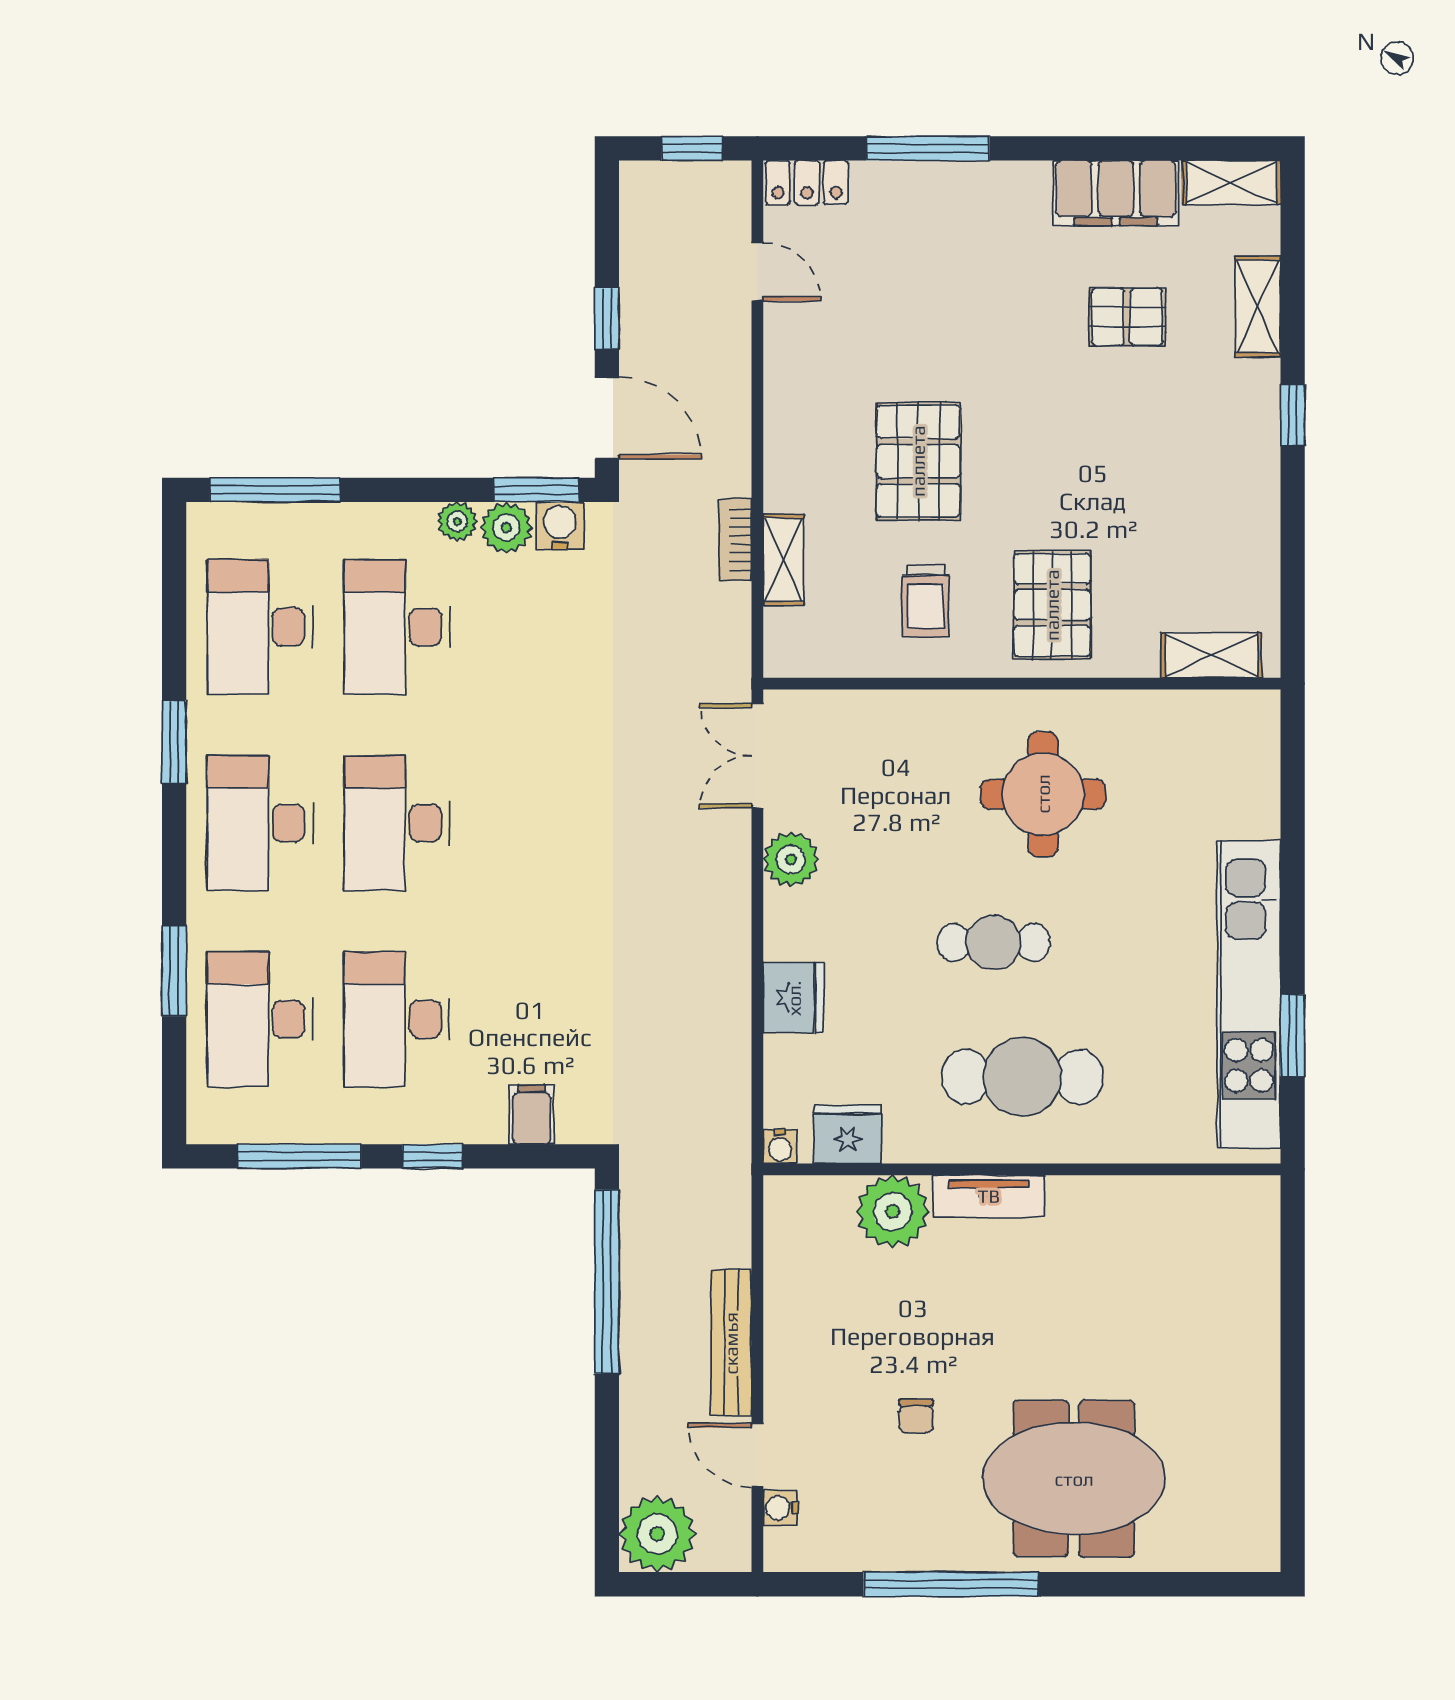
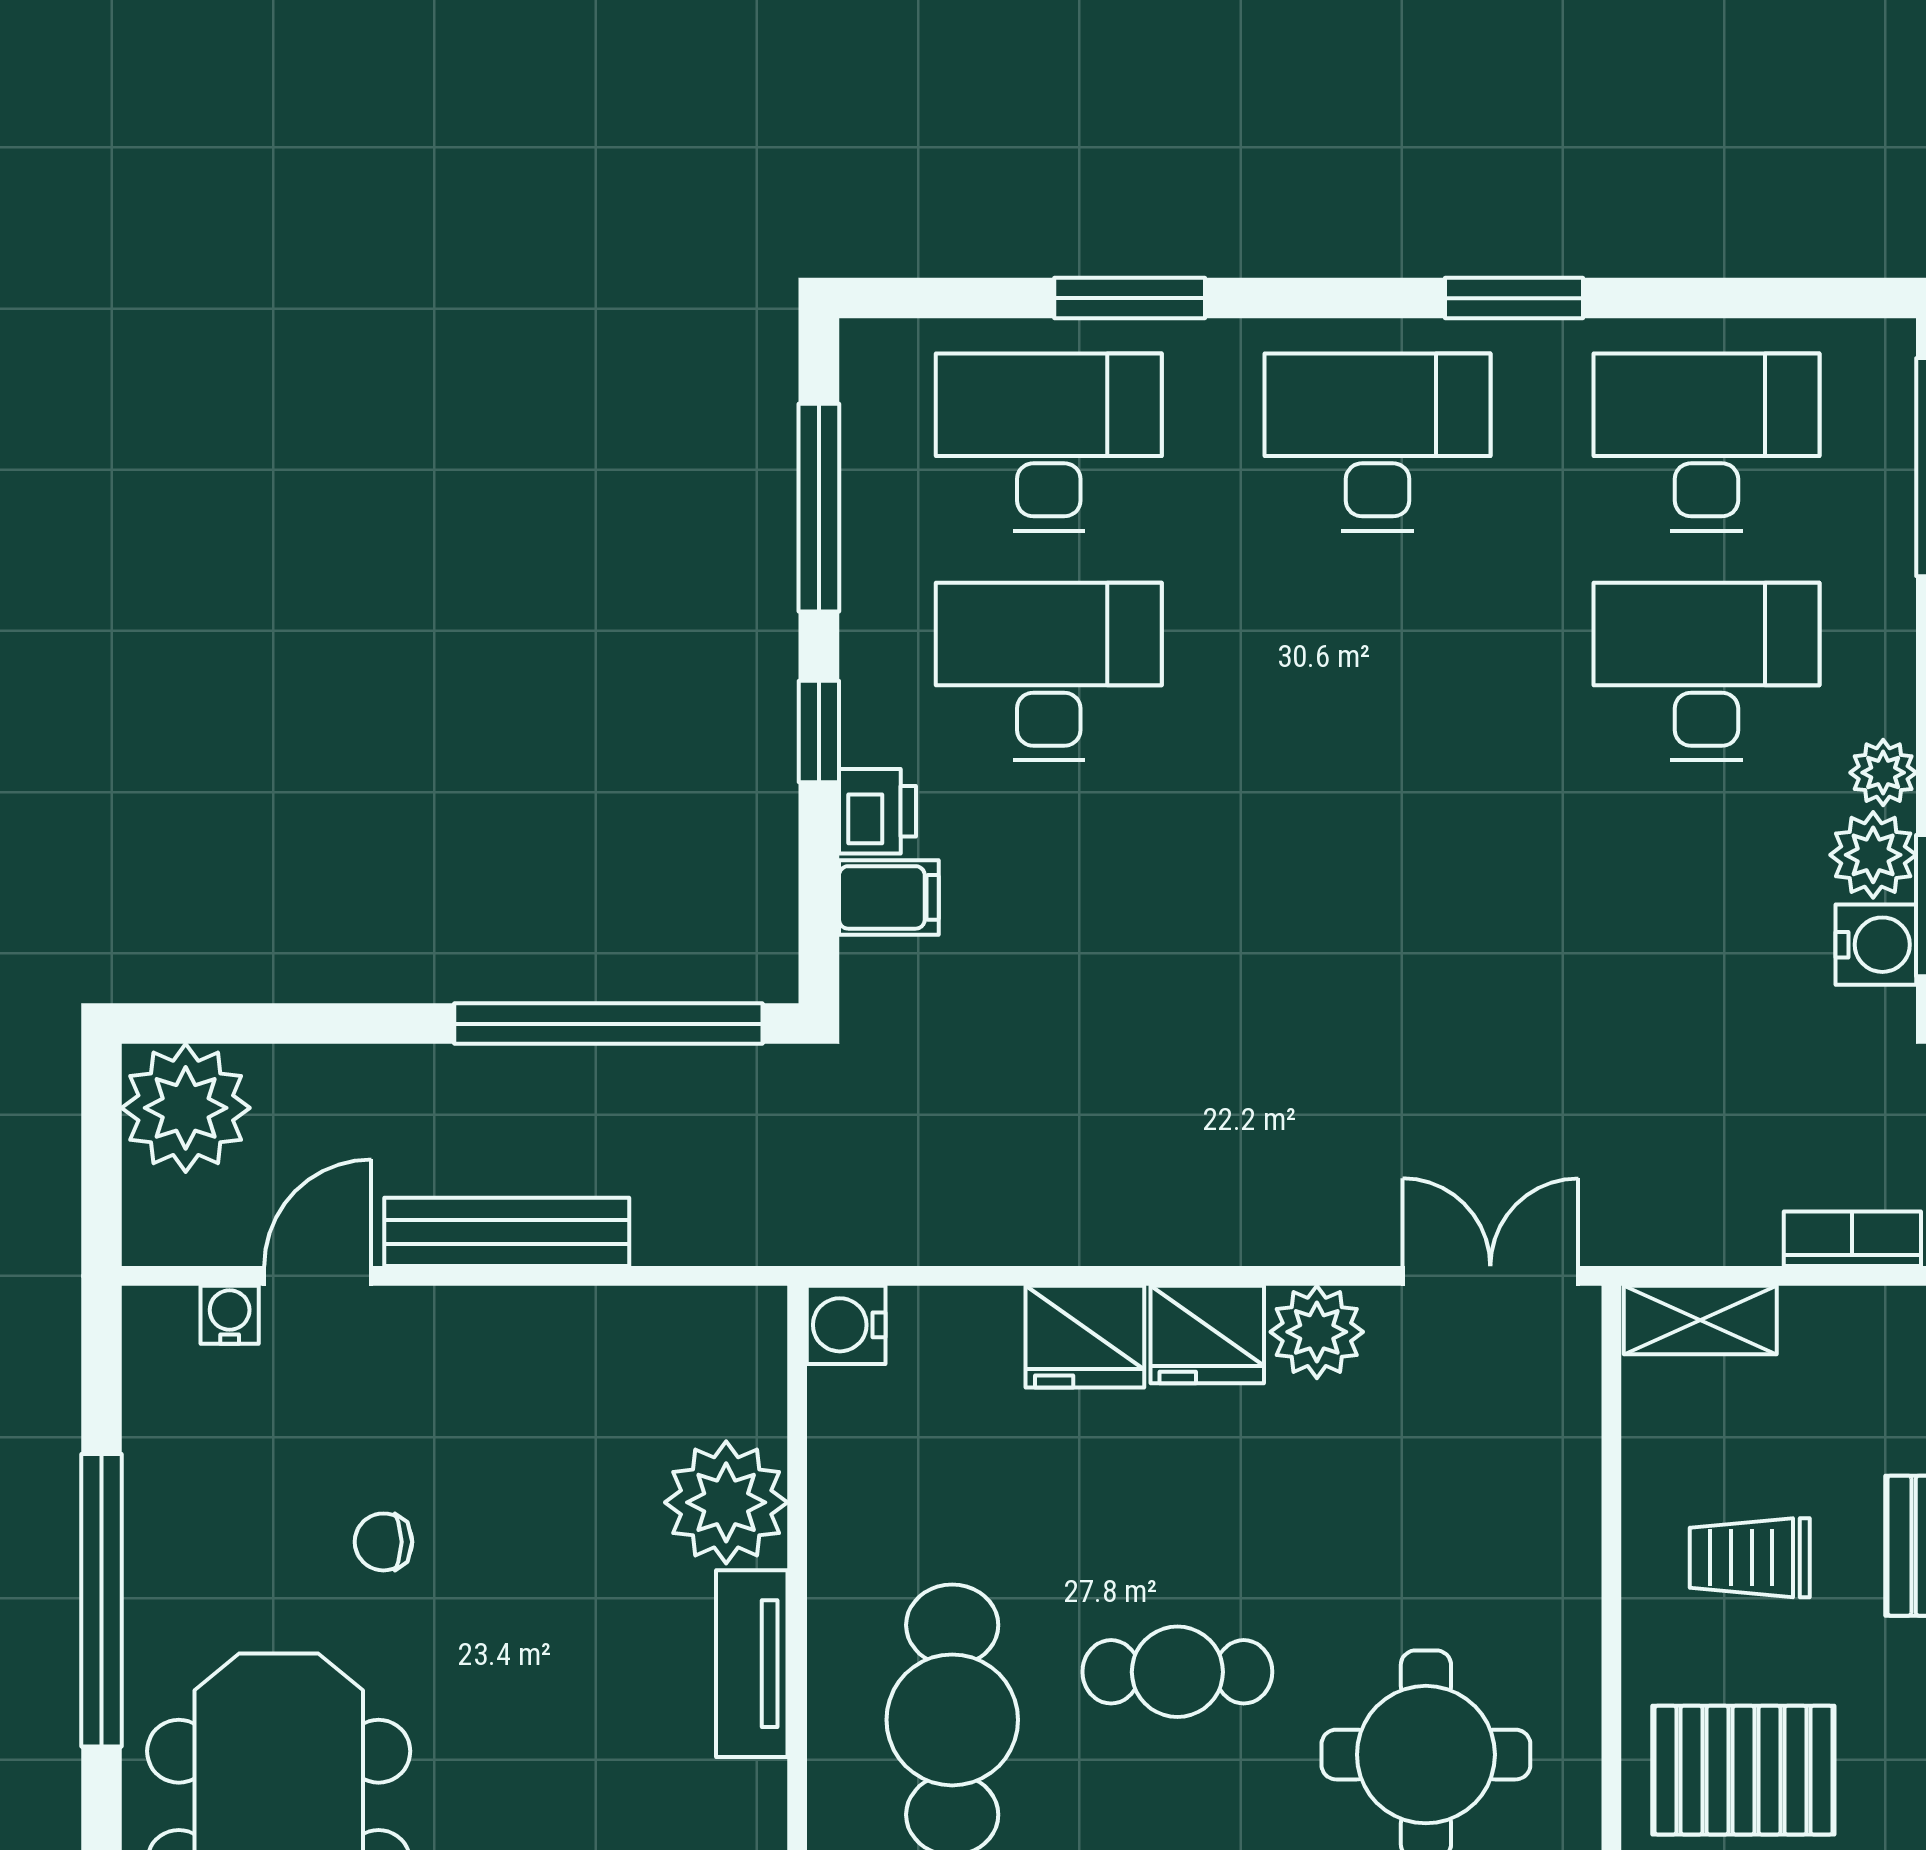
shelving: (784, 560) -> (1700, 1320), moved
desk: (397, 823) -> (1378, 671), removed
cafe table: (994, 942) -> (1177, 1672), turned 90
printer: (480, 1121) -> (878, 811), added
fridge: (848, 1134) -> (1207, 1334), moved, turned 90
water cooler: (780, 1147) -> (846, 1325), width x1.38, depth x1.38

